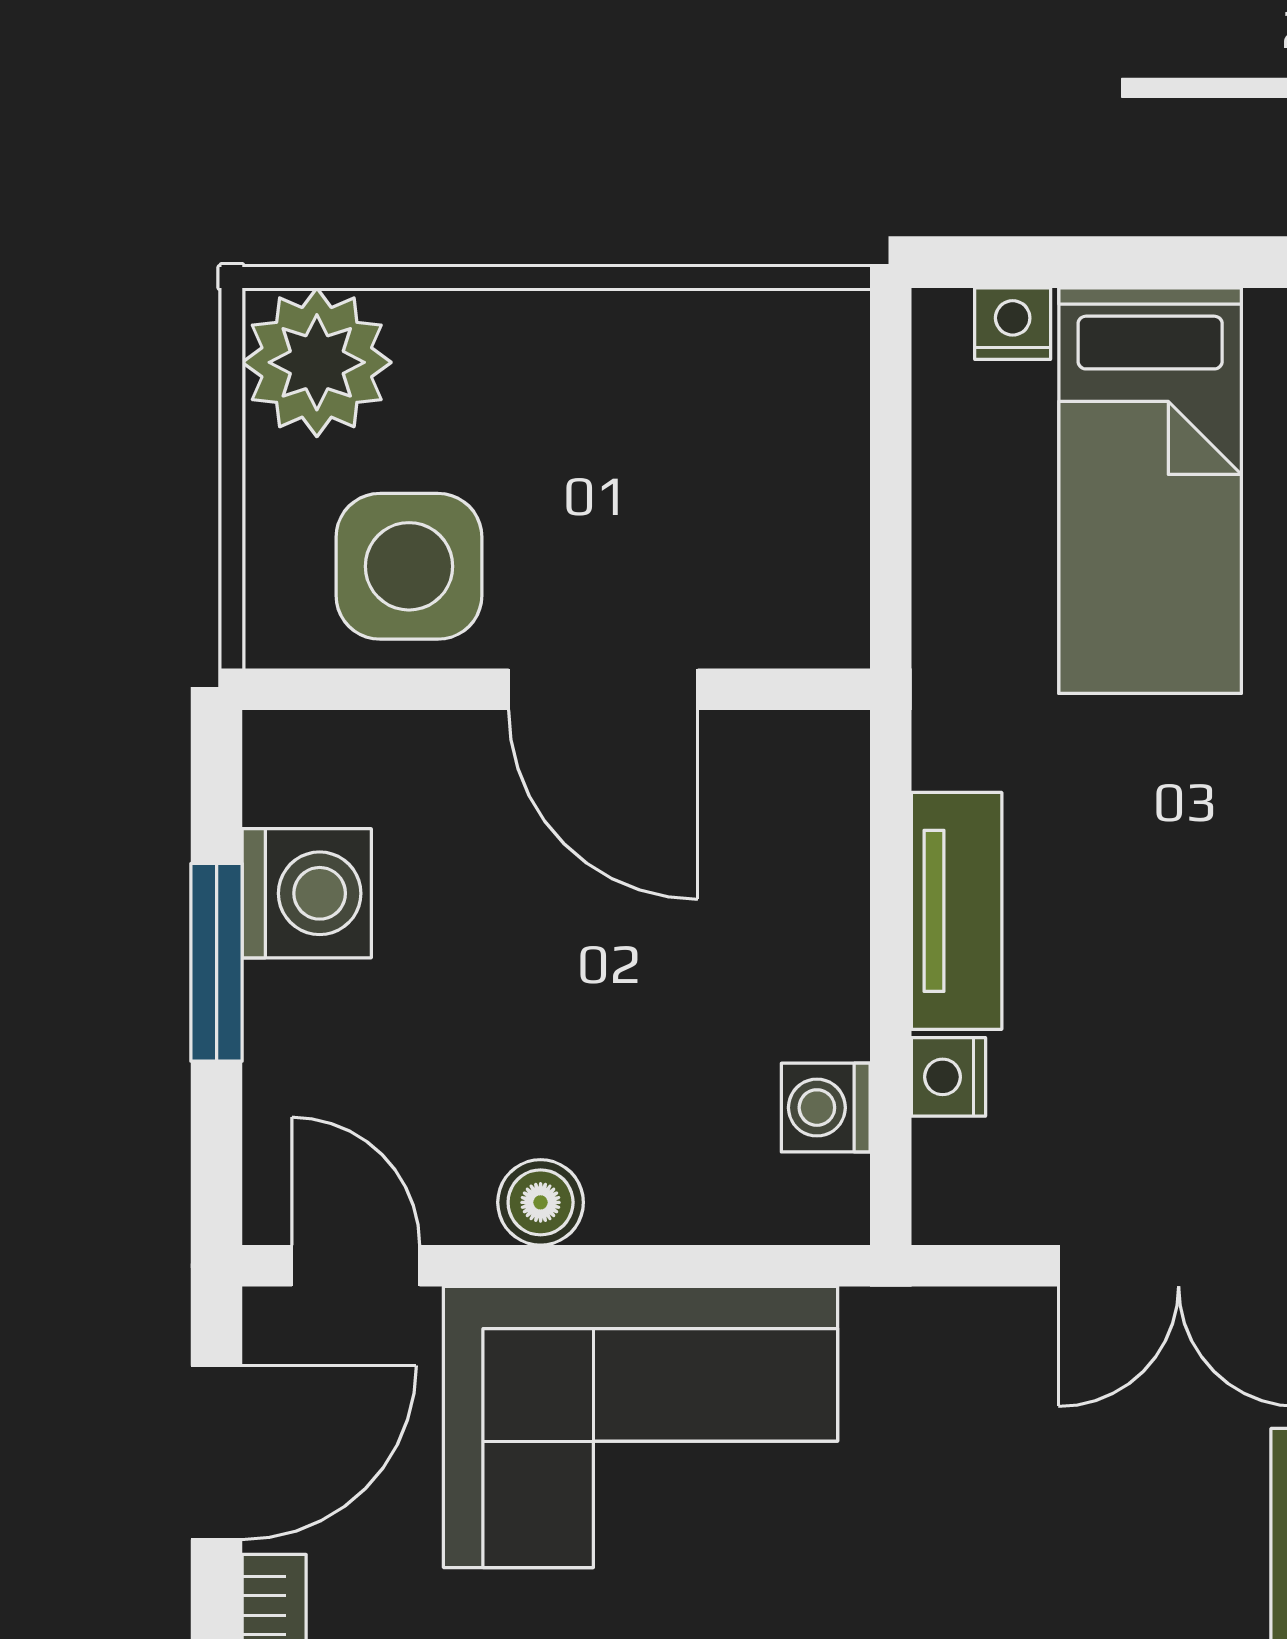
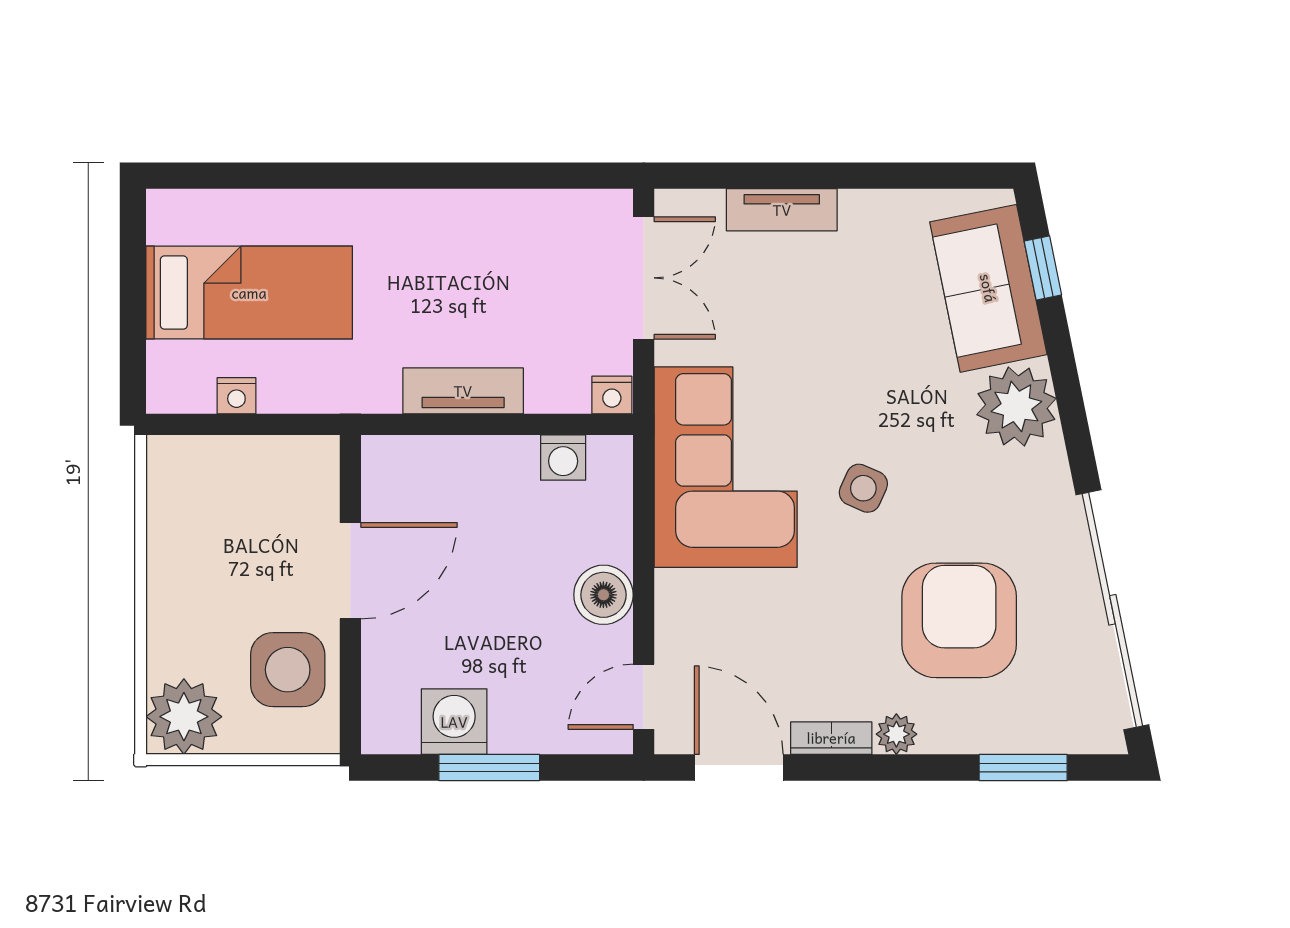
nightstand: (1013, 324) -> (236, 396), moved, turned -90
nightstand: (948, 1077) -> (612, 395), moved
boiler: (541, 1202) -> (603, 595), width x1.36, depth x1.36
corner sofa: (641, 1427) -> (726, 467), moved

